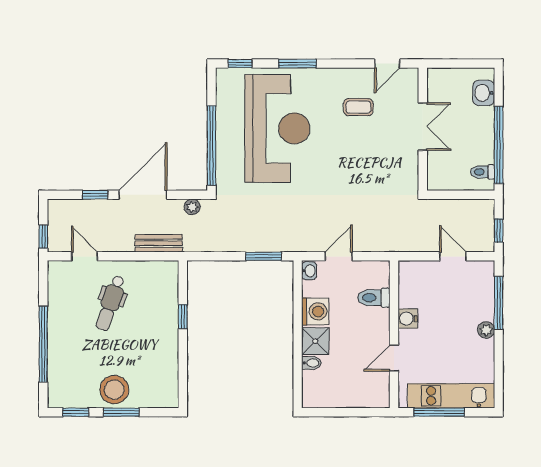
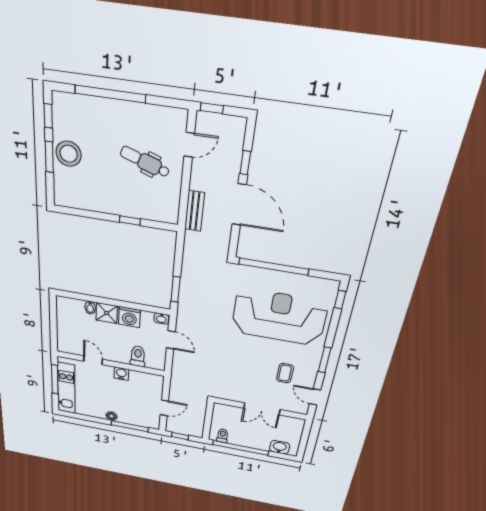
window: (297, 64) -> (325, 360), moved
reception desk: (277, 128) -> (279, 317), turned 180
plant: (192, 207) -> (223, 243), removed

